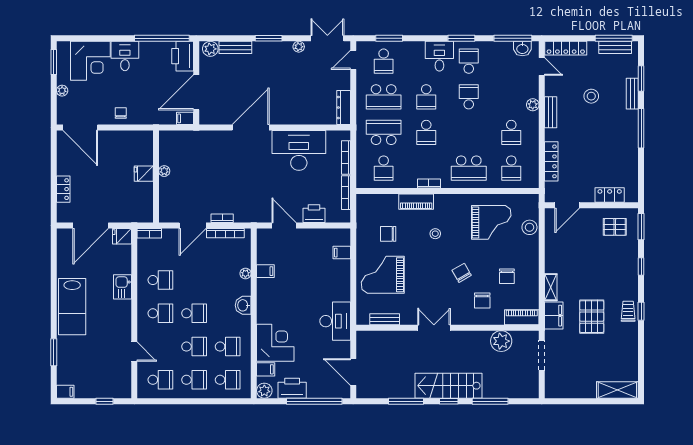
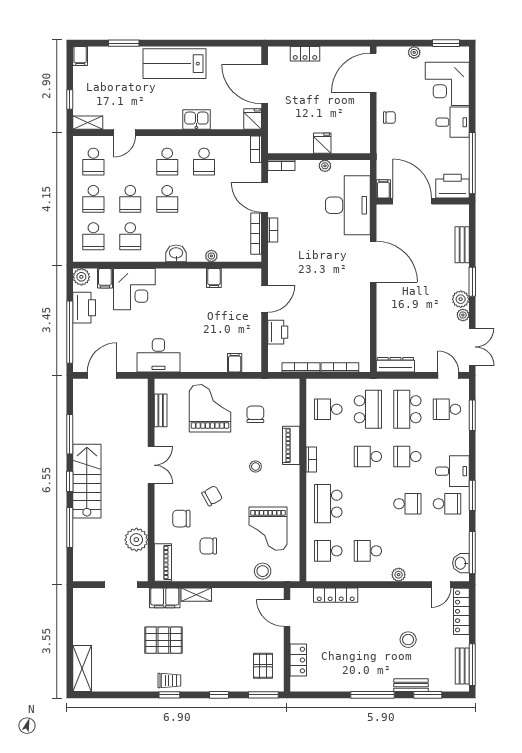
plant: (210, 49) -> (461, 299), moved
bench: (551, 112) -> (390, 594), removed
desk: (299, 150) -> (348, 205), moved
bookcase: (164, 210) -> (281, 165), added
shelving: (125, 385) -> (88, 123), added

